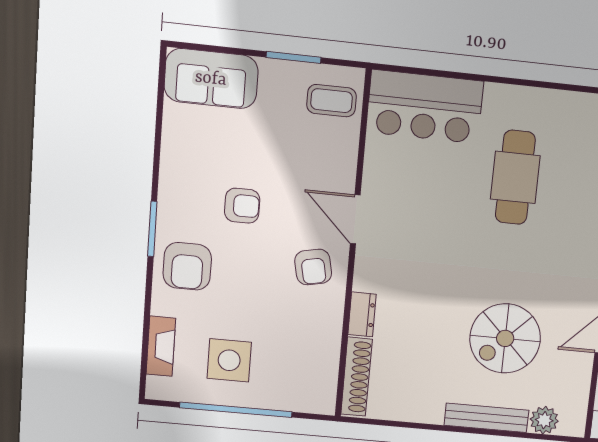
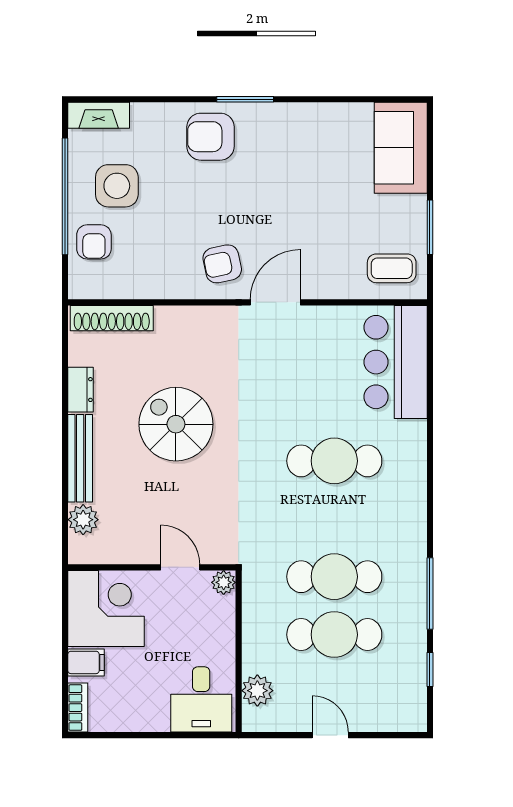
coffee table: (332, 101) -> (392, 268), turned 90
armchair: (242, 206) -> (94, 242), moved
dresser: (362, 314) -> (81, 390), moved, turned -90
spiral stairs: (505, 338) -> (176, 424), moved
fireplace: (161, 346) -> (99, 115), moved

